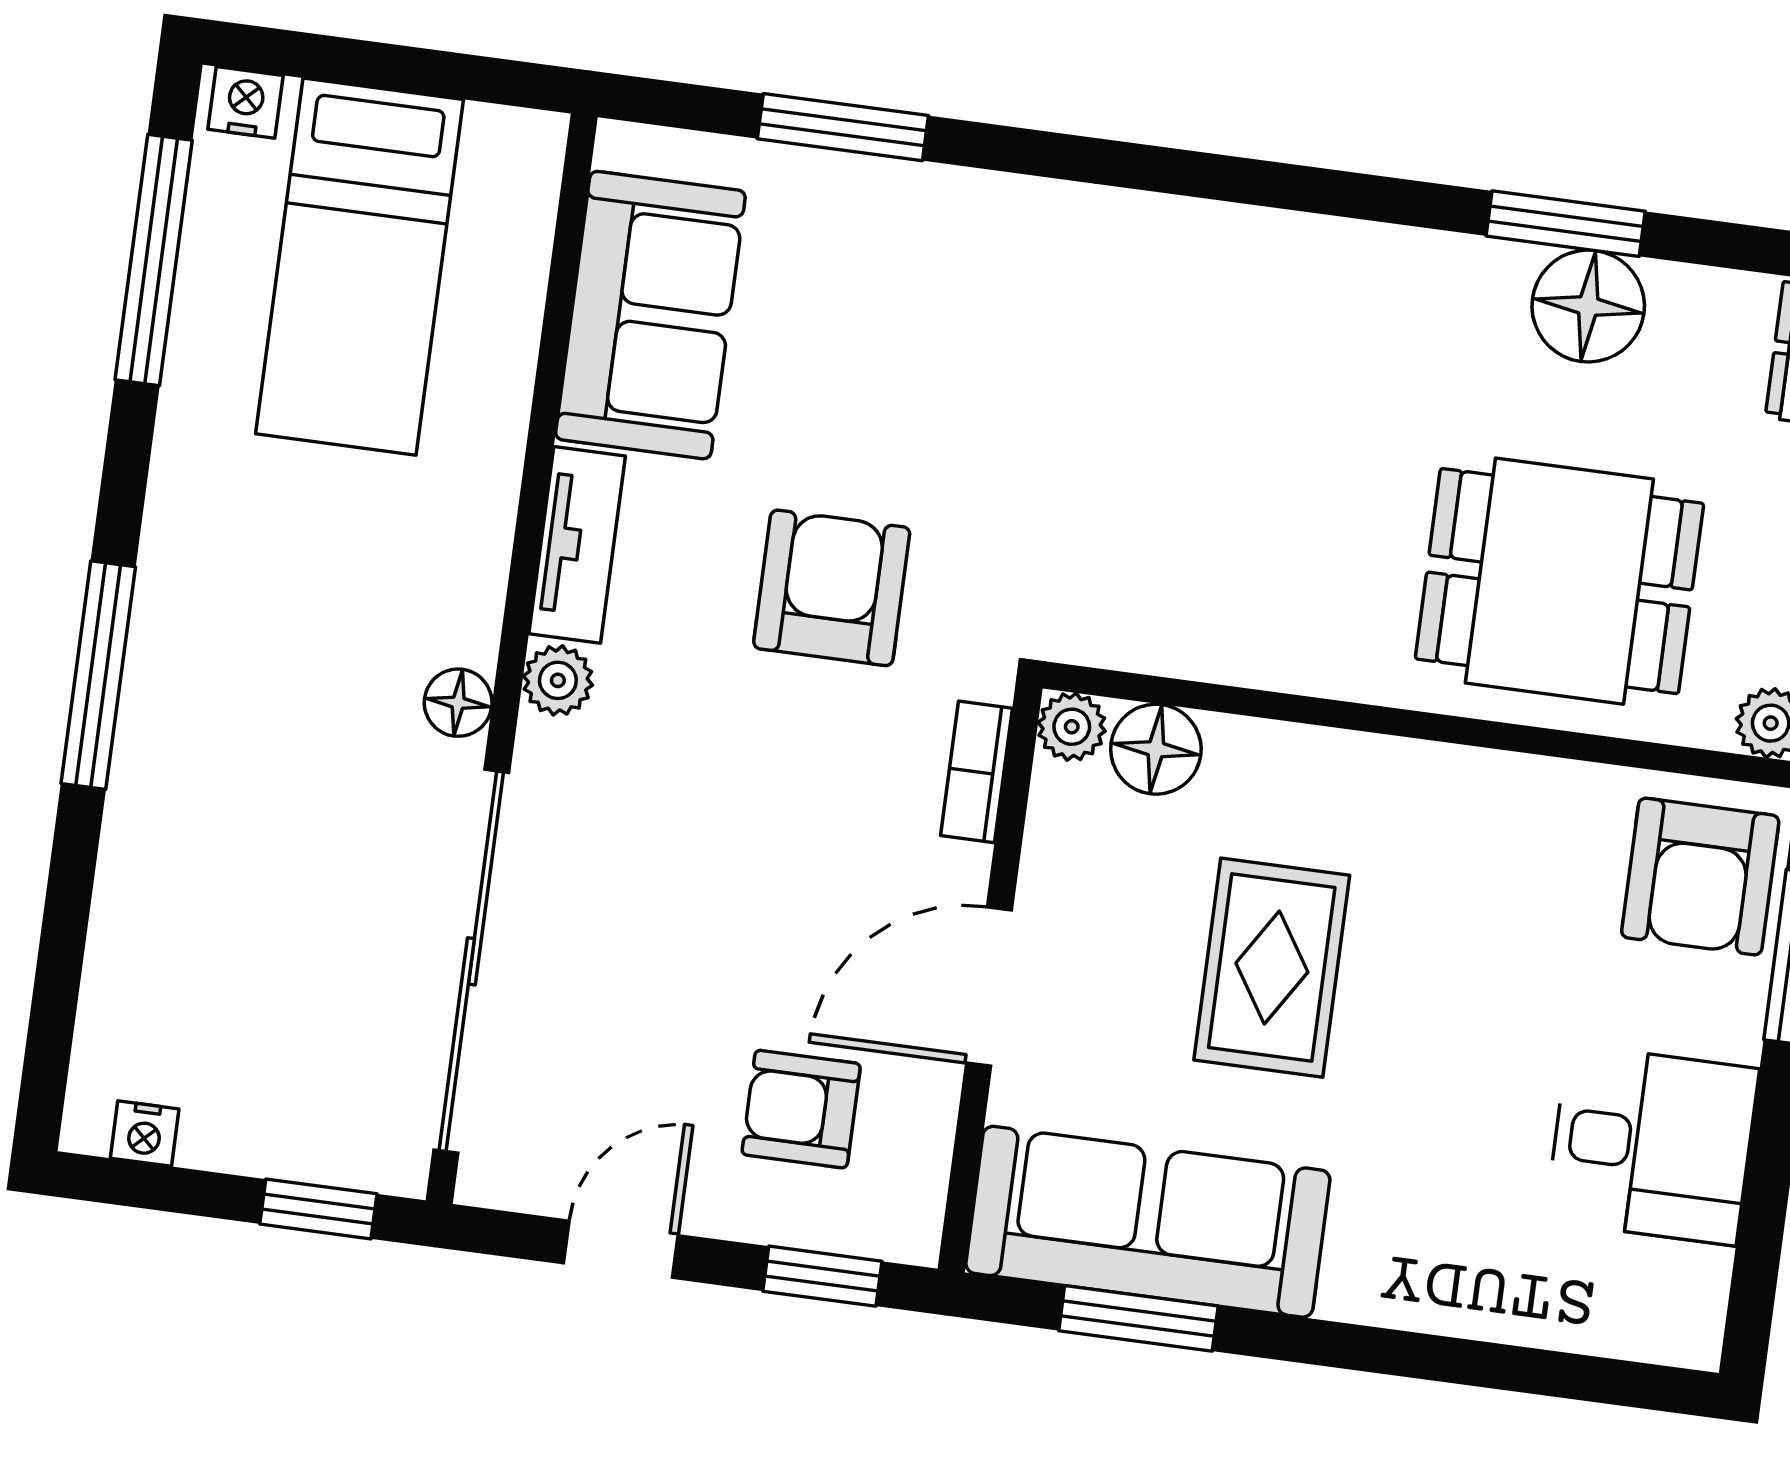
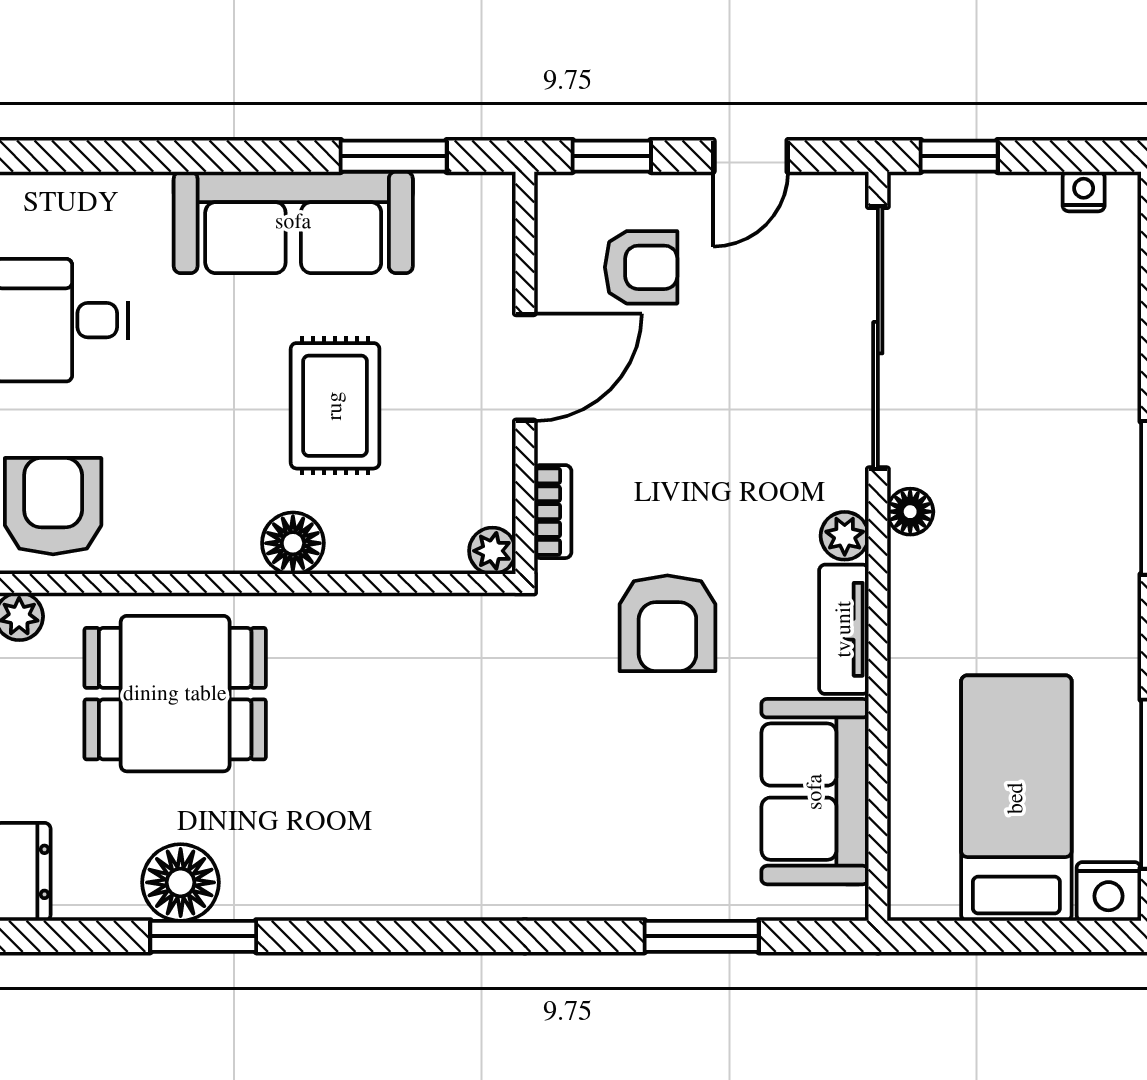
nightstand: (246, 102) -> (1108, 891), width x1.39, depth x1.35
floor lamp: (1156, 749) -> (293, 543), moved
sofa: (1148, 1222) -> (293, 222), moved

